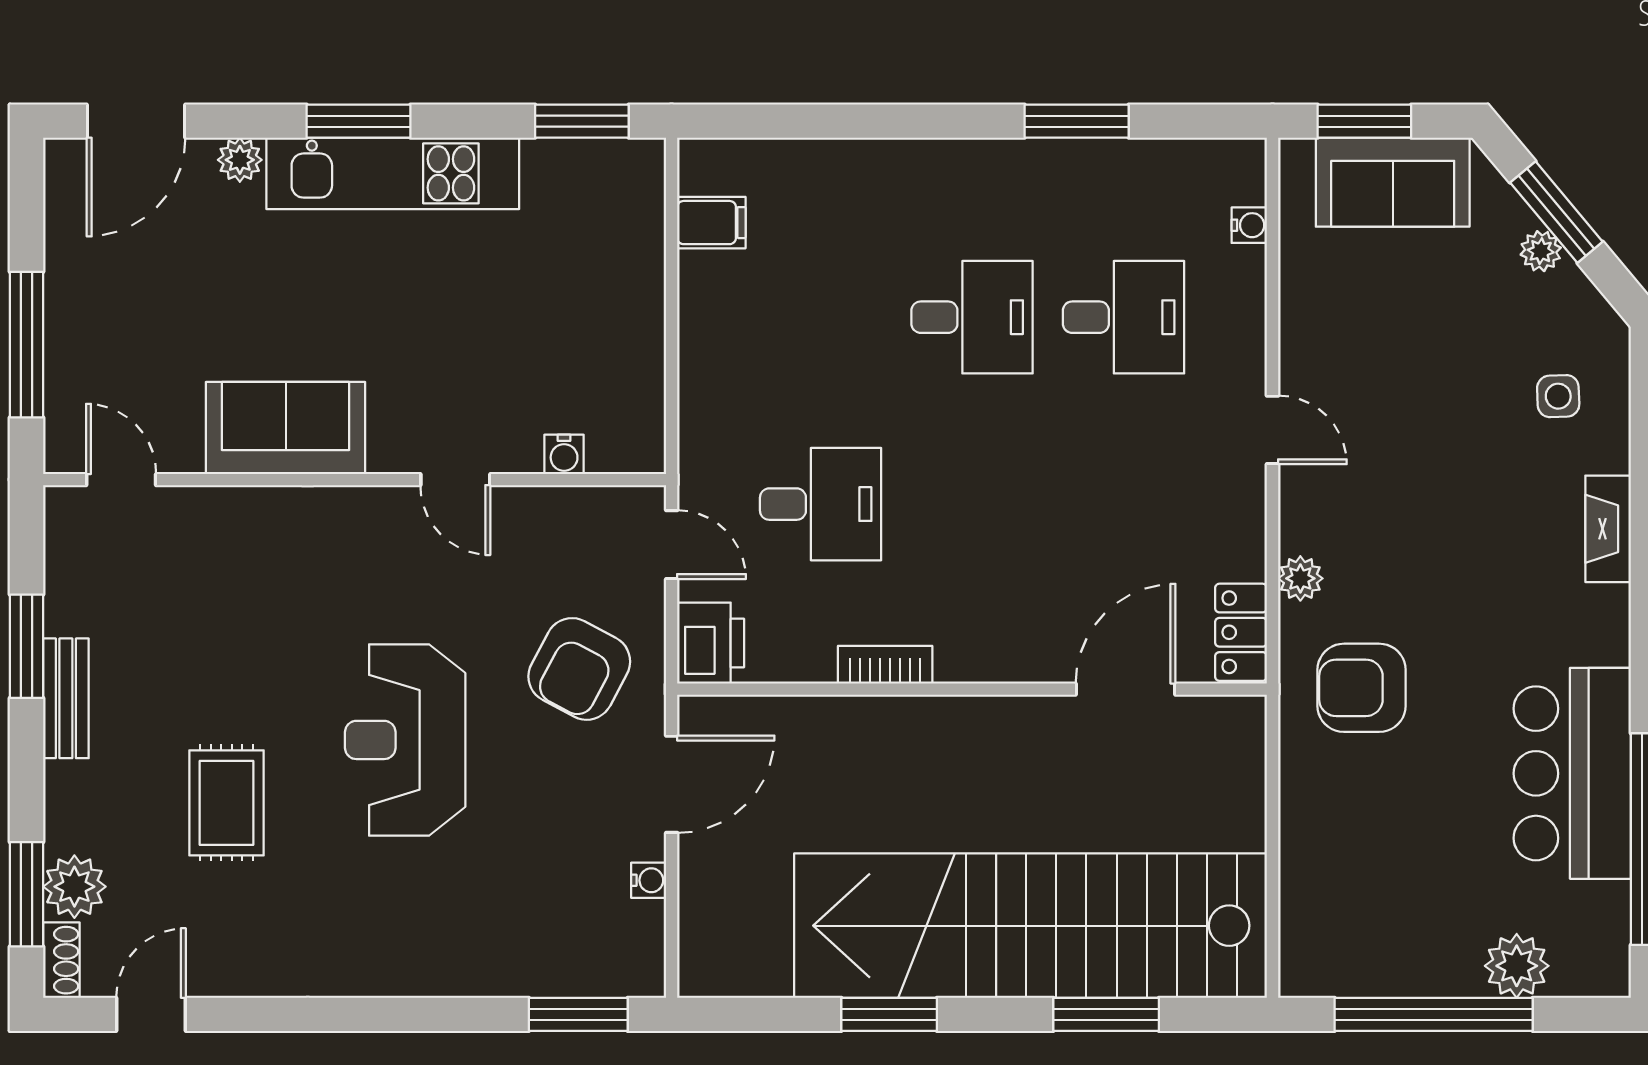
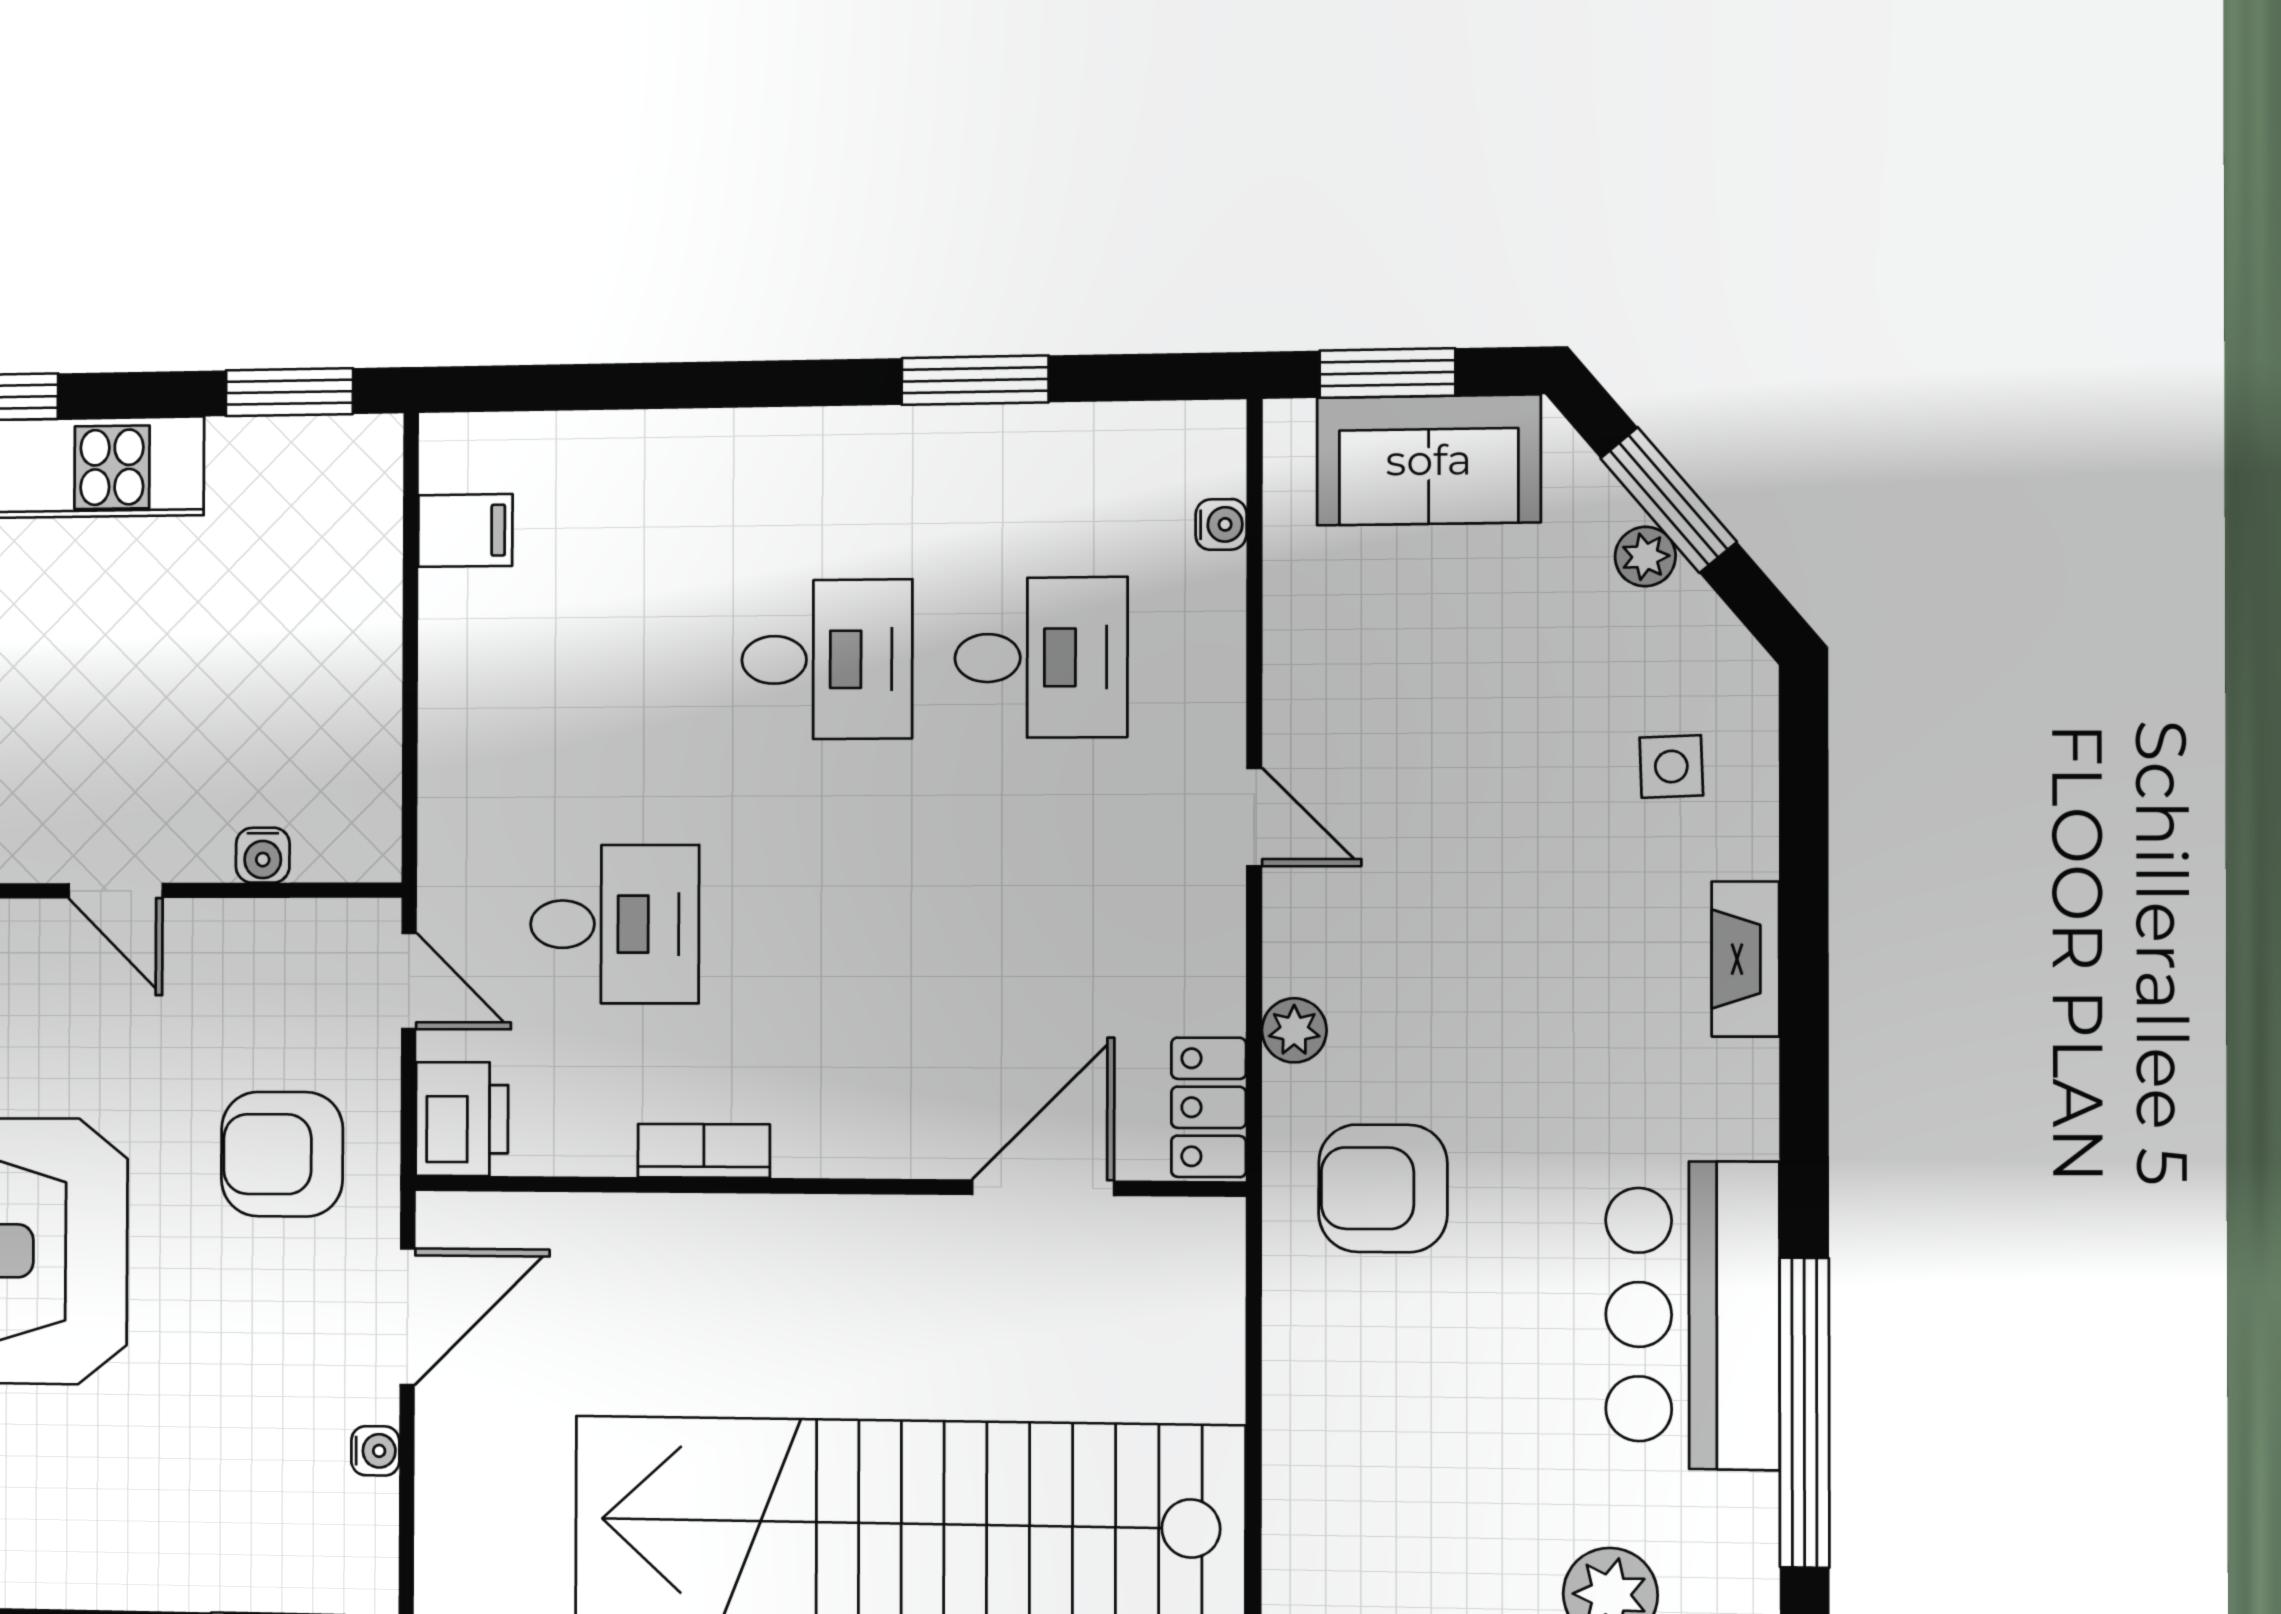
armchair: (579, 669) -> (282, 1154), turned 62

